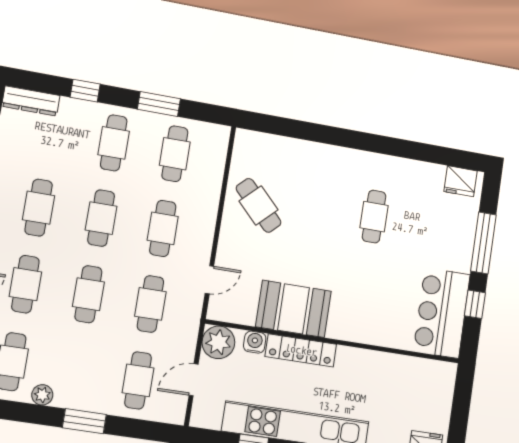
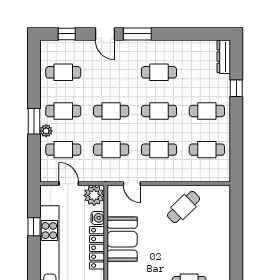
window: (159, 104) -> (236, 135), removed
cafe table: (25, 284) -> (63, 111), moved
plant: (42, 395) -> (46, 131), moved

